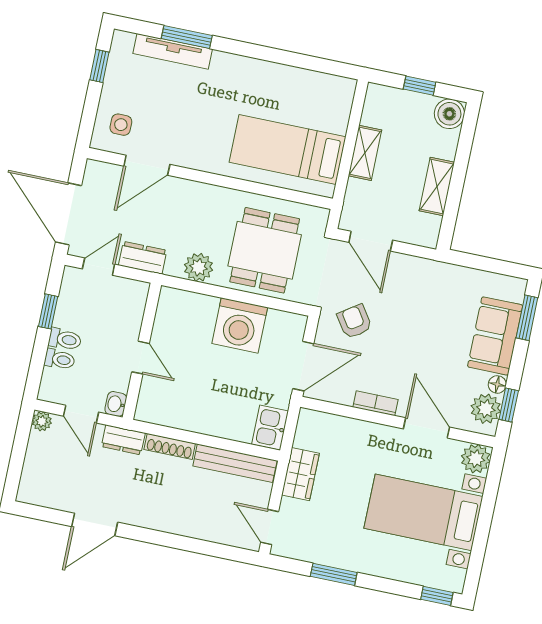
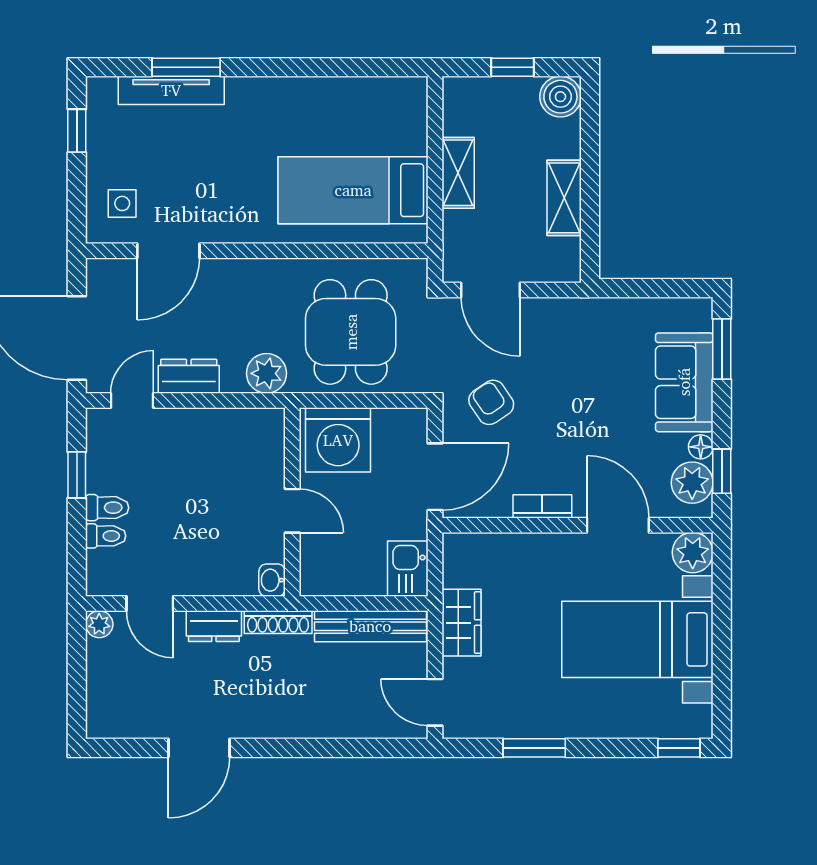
wall: (142, 351) -> (292, 502), moved
door: (141, 358) -> (292, 511), moved
washbasin: (116, 404) -> (272, 580), moved

